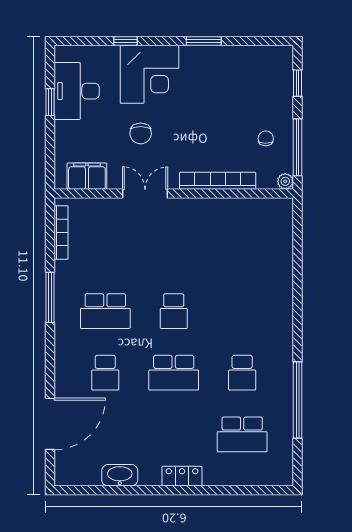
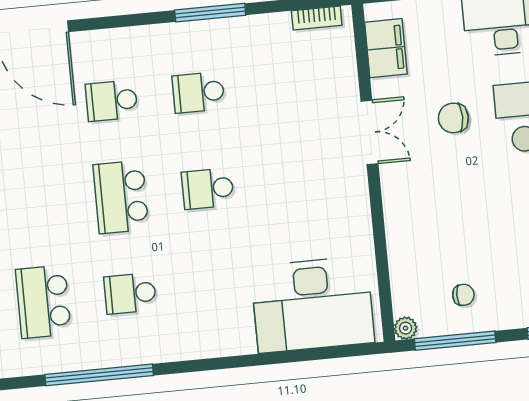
bookcase: (218, 181) -> (397, 233), removed
bookcase: (61, 232) -> (317, 18), width x0.64
desk: (262, 245) -> (313, 305), added
school desk: (105, 311) -> (198, 92), width x0.54

